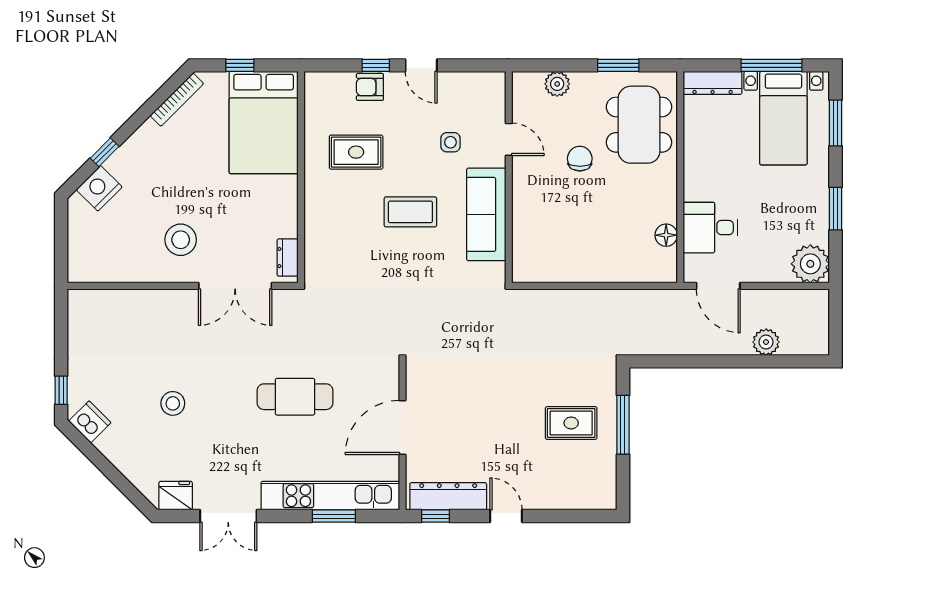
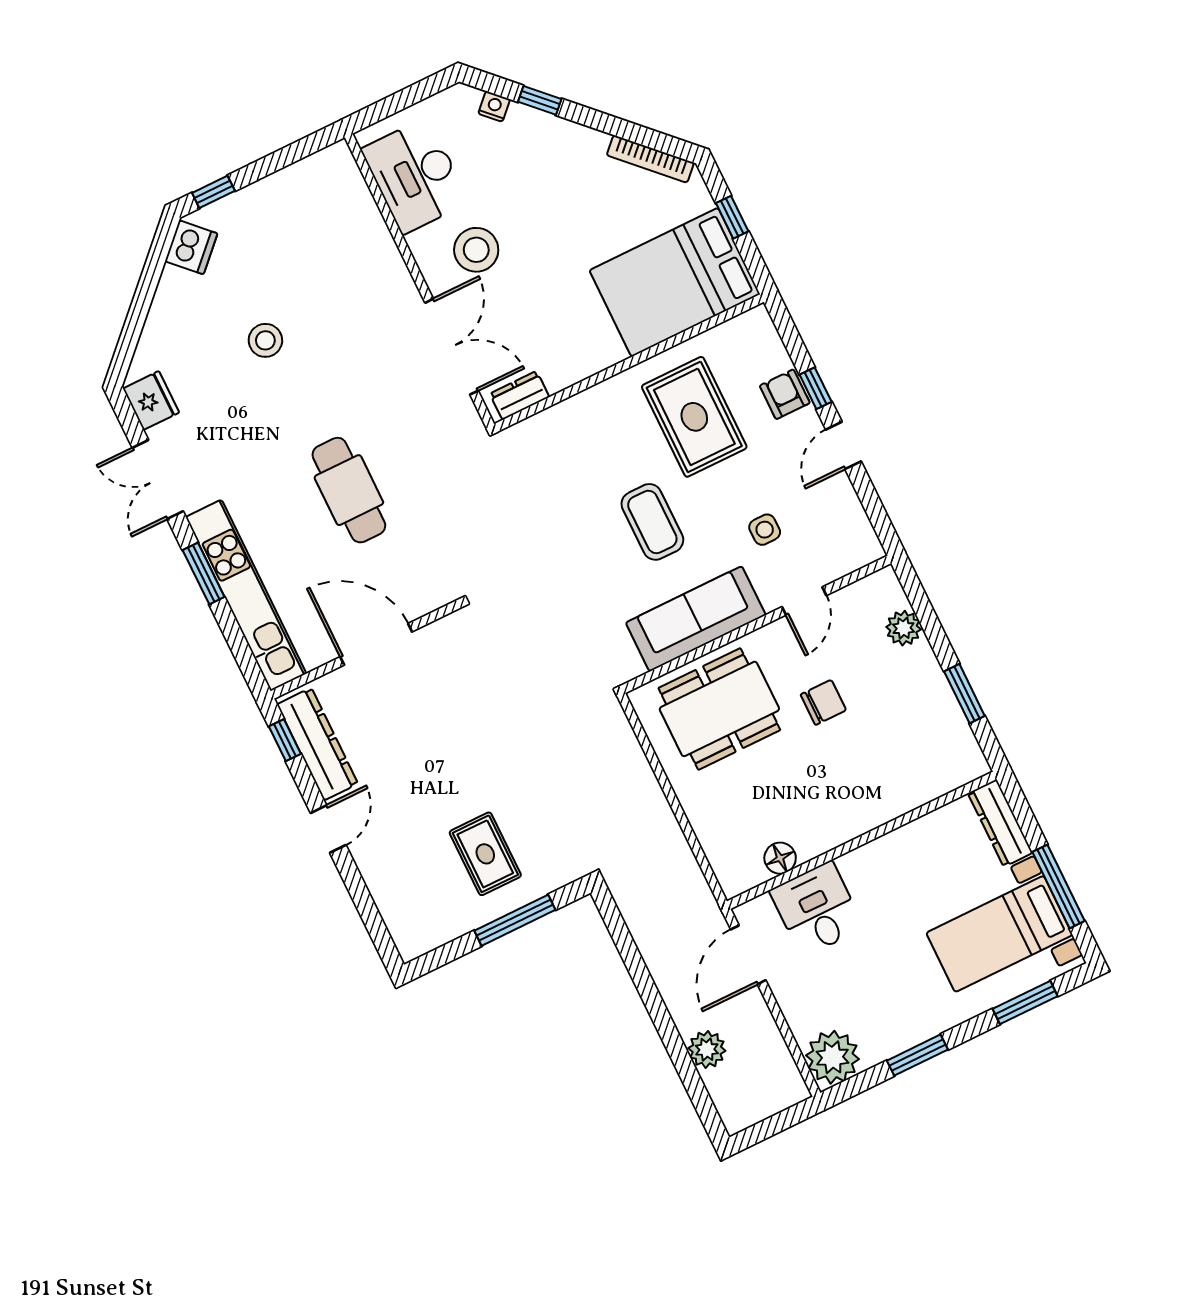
dining table: (639, 125) -> (719, 709), moved
rug: (356, 152) -> (694, 417), width x1.36, depth x1.43
nightstand: (99, 188) -> (494, 106), width x0.53, depth x0.56
desk: (114, 256) -> (415, 176), added
double door: (235, 286) -> (452, 347), swing flipped
window: (334, 516) -> (204, 573), moved

